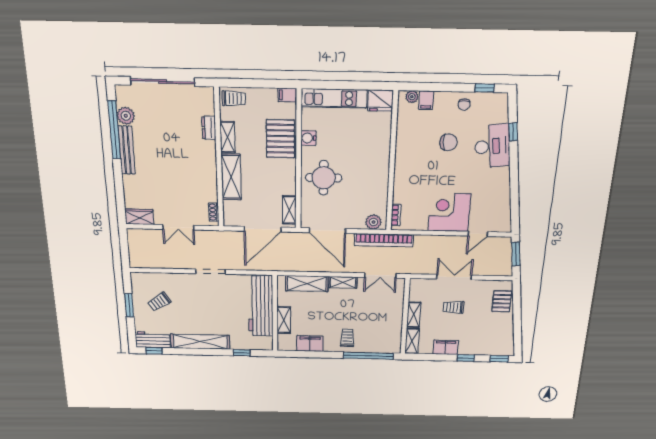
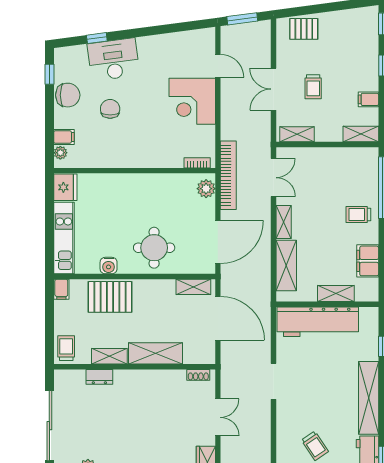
chair: (464, 105) -> (68, 95), width x1.87, depth x1.87
shelving: (414, 315) -> (297, 134), moved
filing cabinet: (446, 347) -> (368, 99), width x0.50

